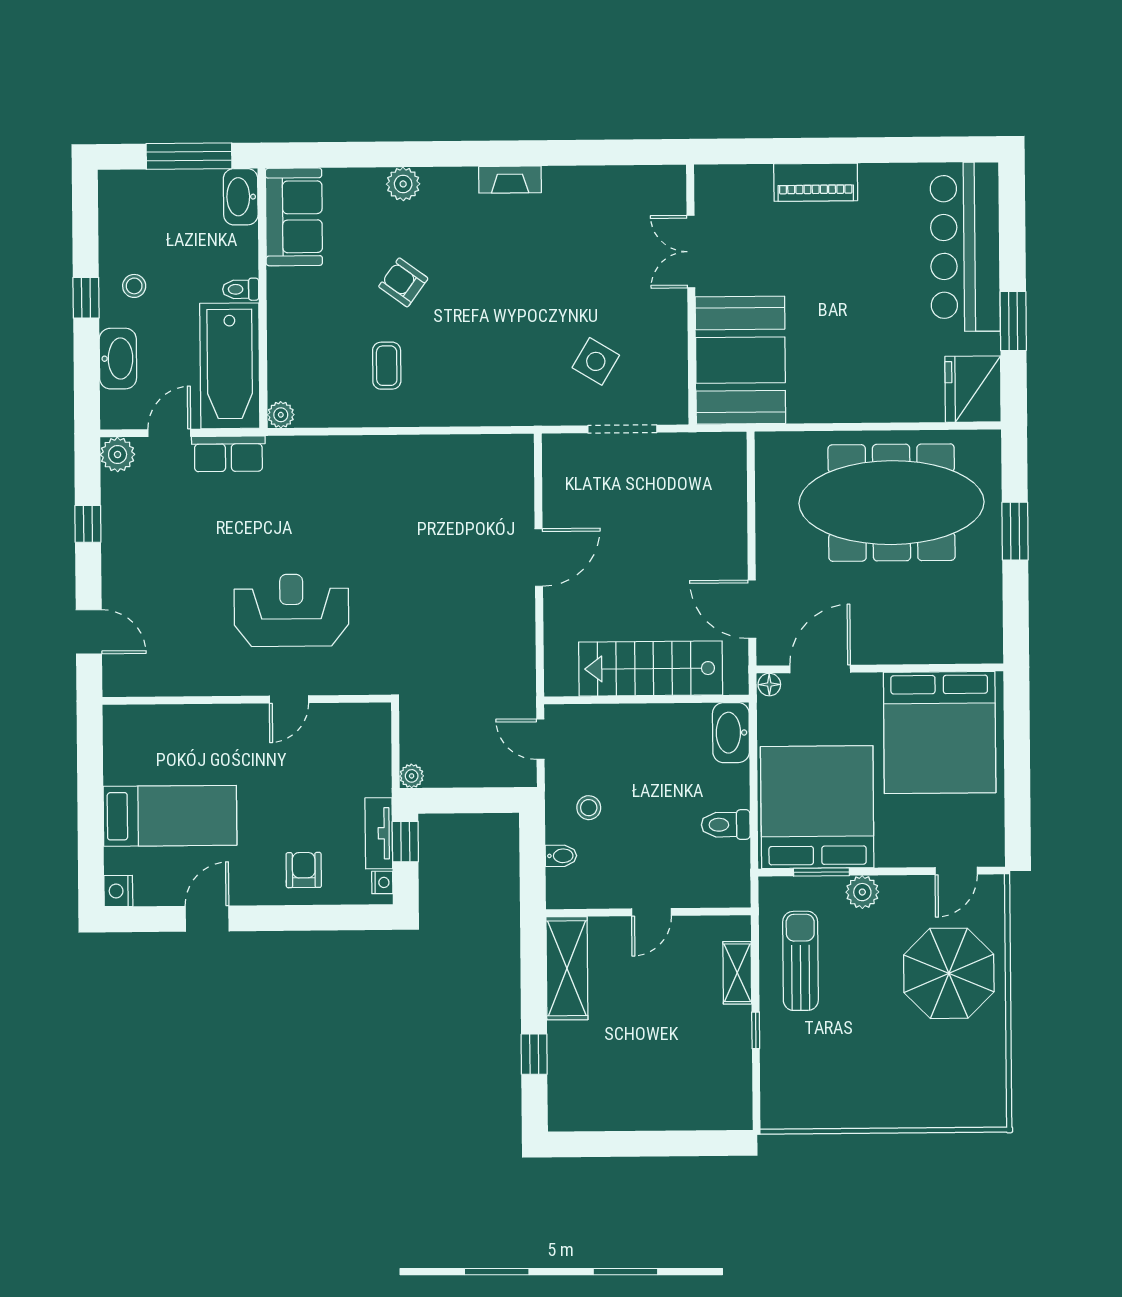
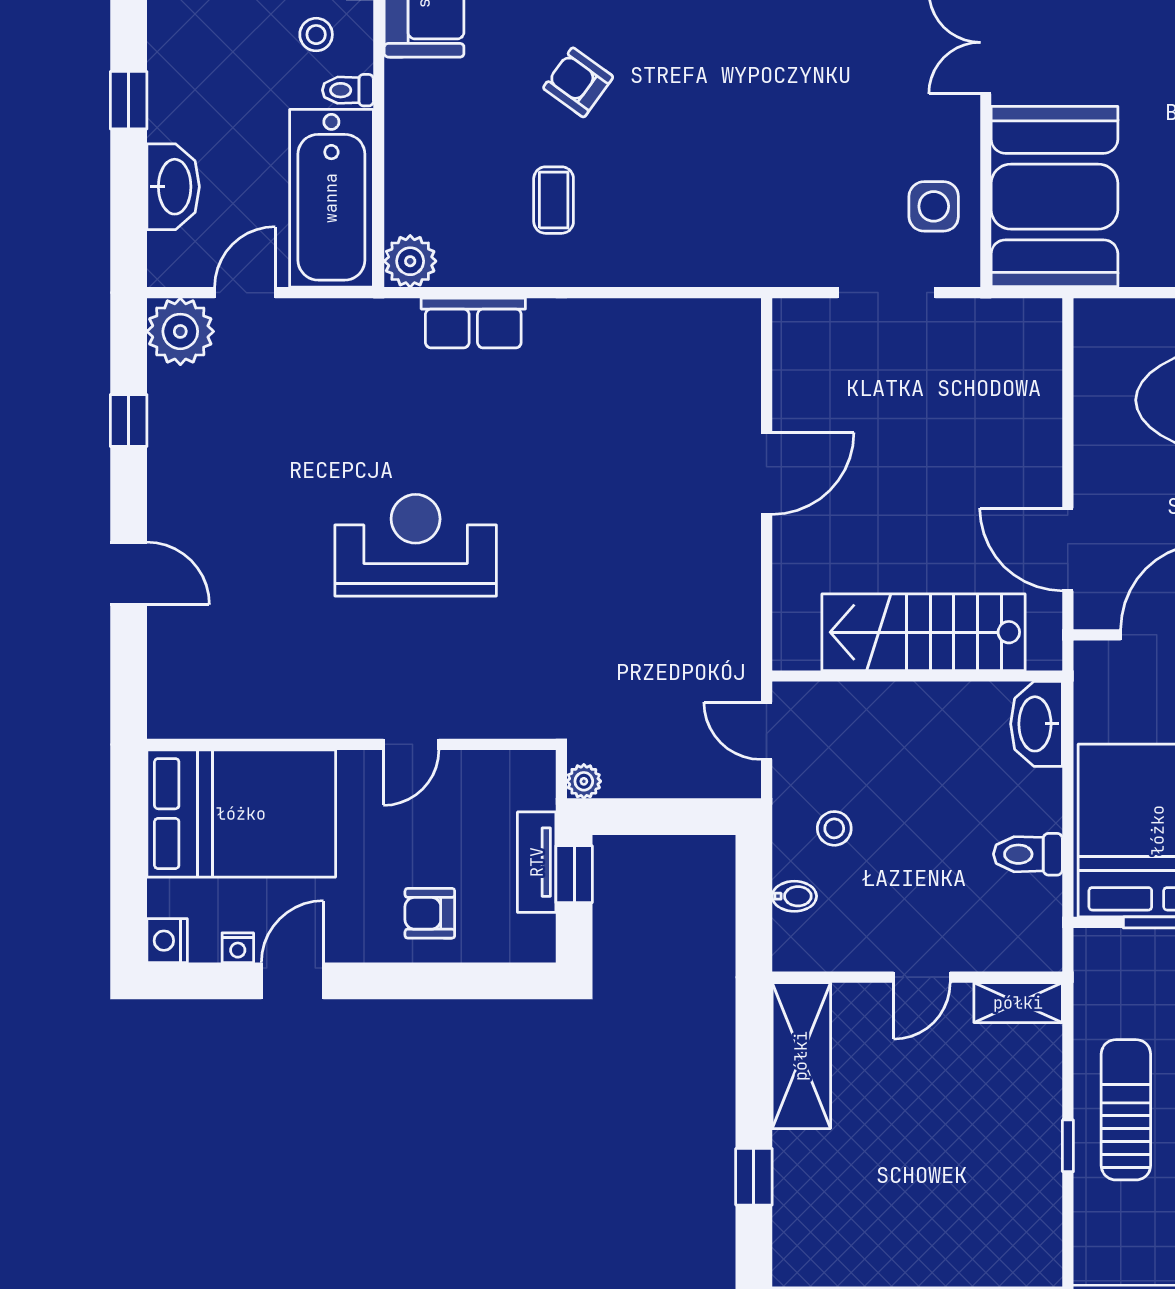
stool: (134, 286) -> (316, 35), moved
side table: (596, 361) -> (934, 206), moved, turned -31
plant: (281, 415) -> (410, 261), width x1.38, depth x1.38
row of seats: (228, 454) -> (473, 323), moved
plant: (118, 455) -> (180, 331), width x1.36, depth x1.36
floor lamp: (769, 685) -> (1091, 656), removed
door: (289, 699) -> (411, 744), moved
wall: (247, 700) -> (351, 744), moved
bed: (170, 816) -> (241, 814), width x1.50
armchair: (304, 870) -> (430, 913), turned -90
nightstand: (382, 882) -> (238, 948), moved, turned 90
sun lounger: (800, 961) -> (1126, 1110), moved
shelving: (737, 973) -> (1018, 1003), moved, turned 90

